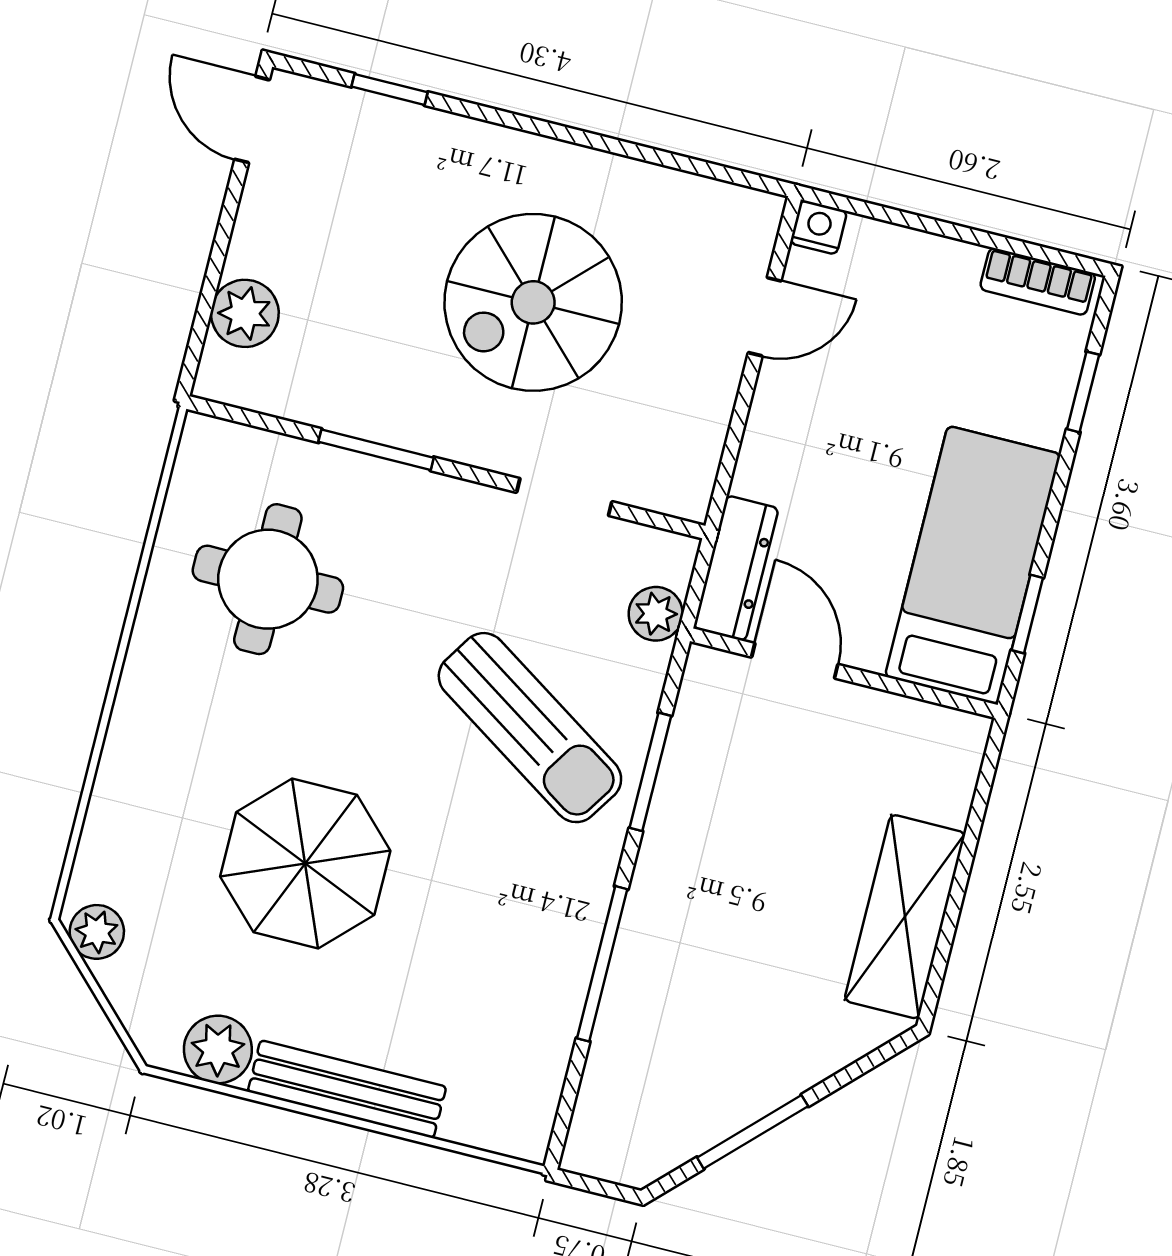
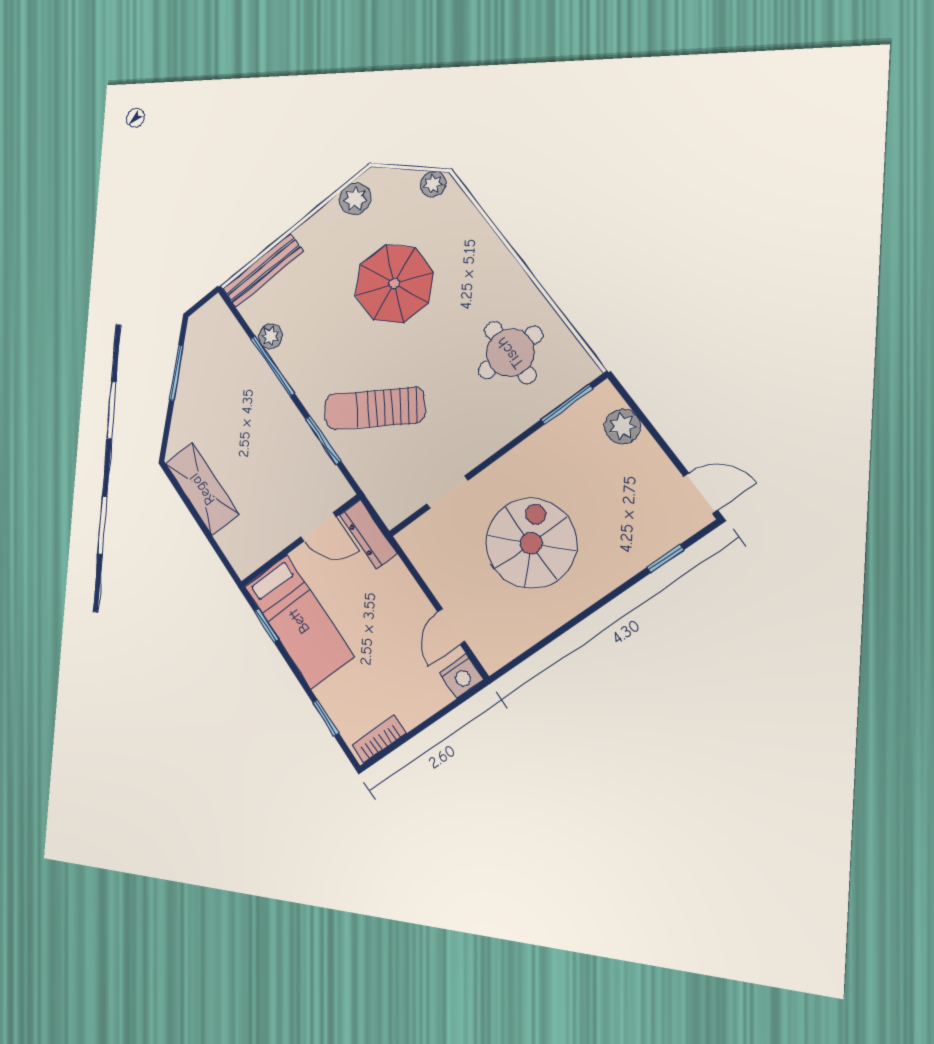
nightstand: (819, 227) -> (462, 676), width x1.39, depth x1.35
window: (376, 450) -> (567, 404), moved
plant: (656, 614) -> (270, 336), moved
bench: (347, 1089) -> (263, 270), moved

